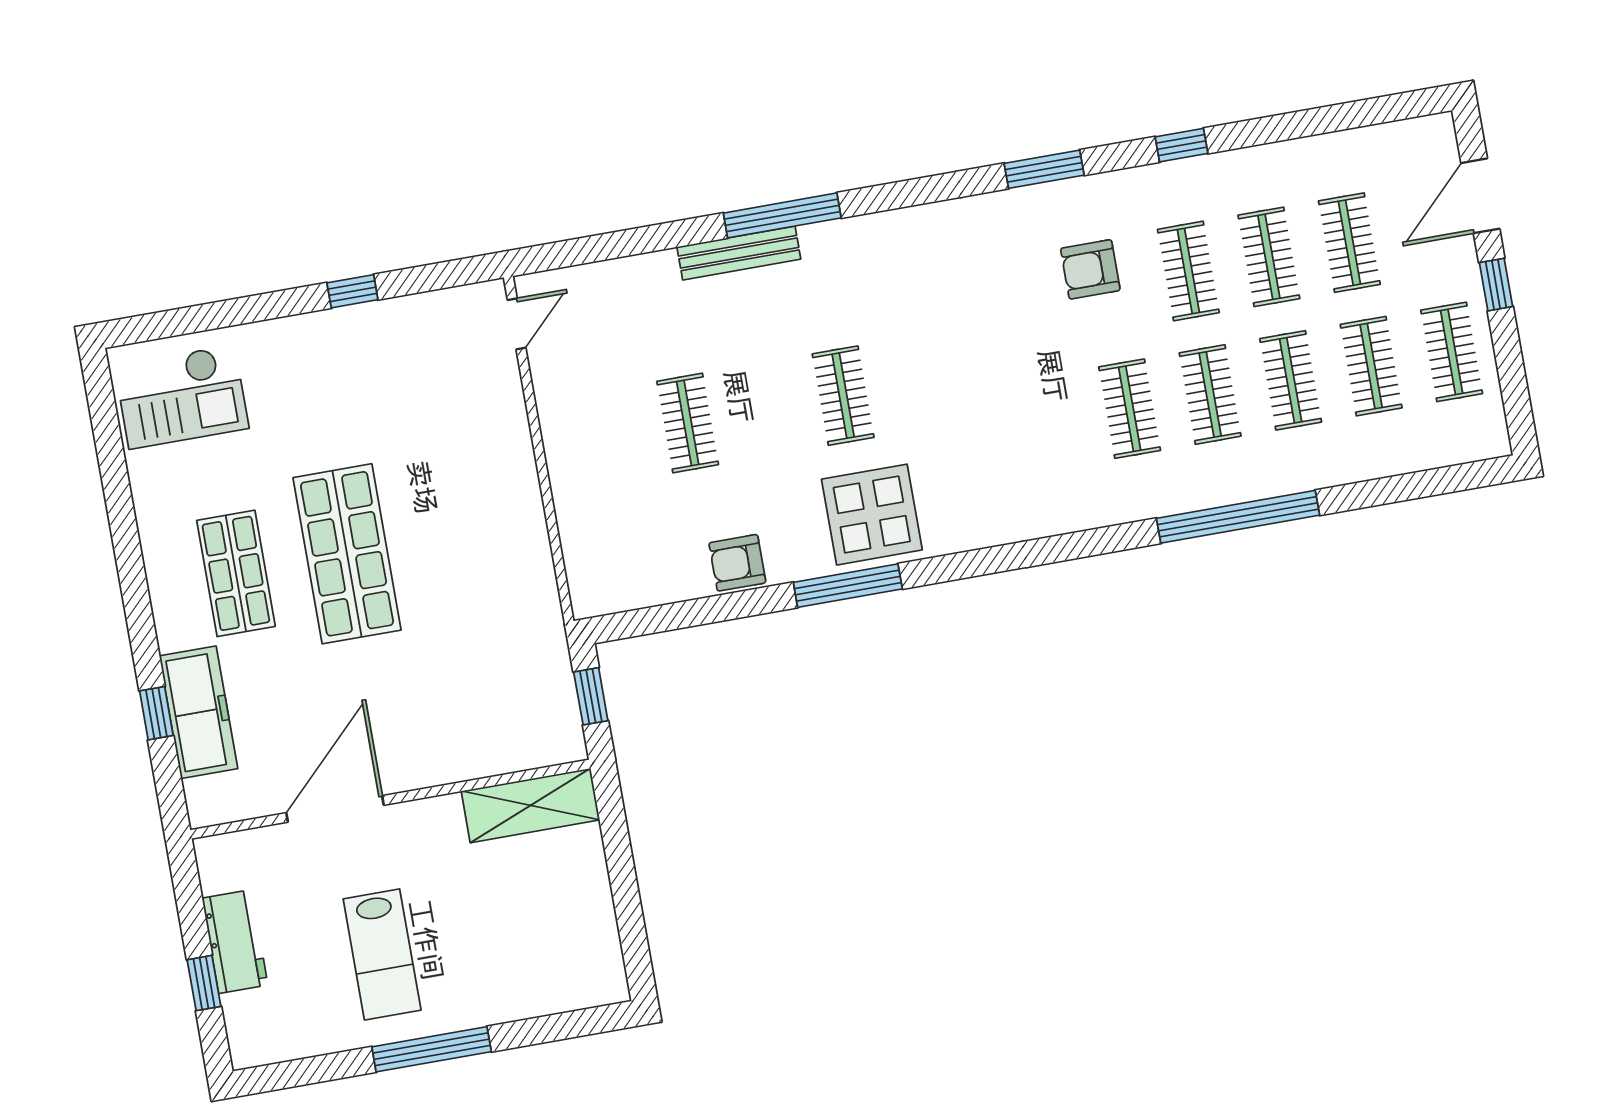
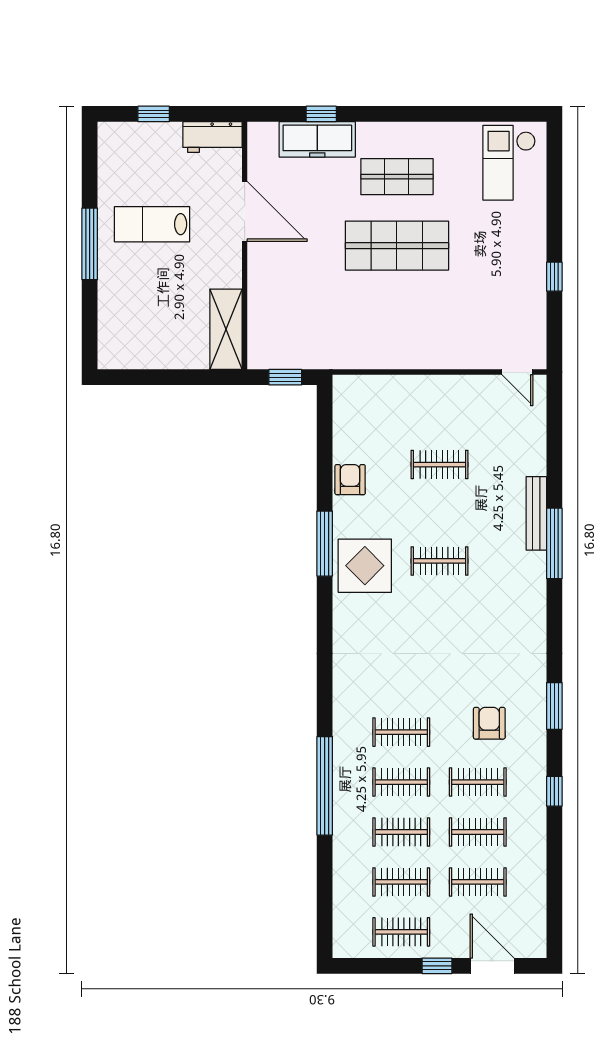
workbench: (235, 942) -> (212, 137), moved

